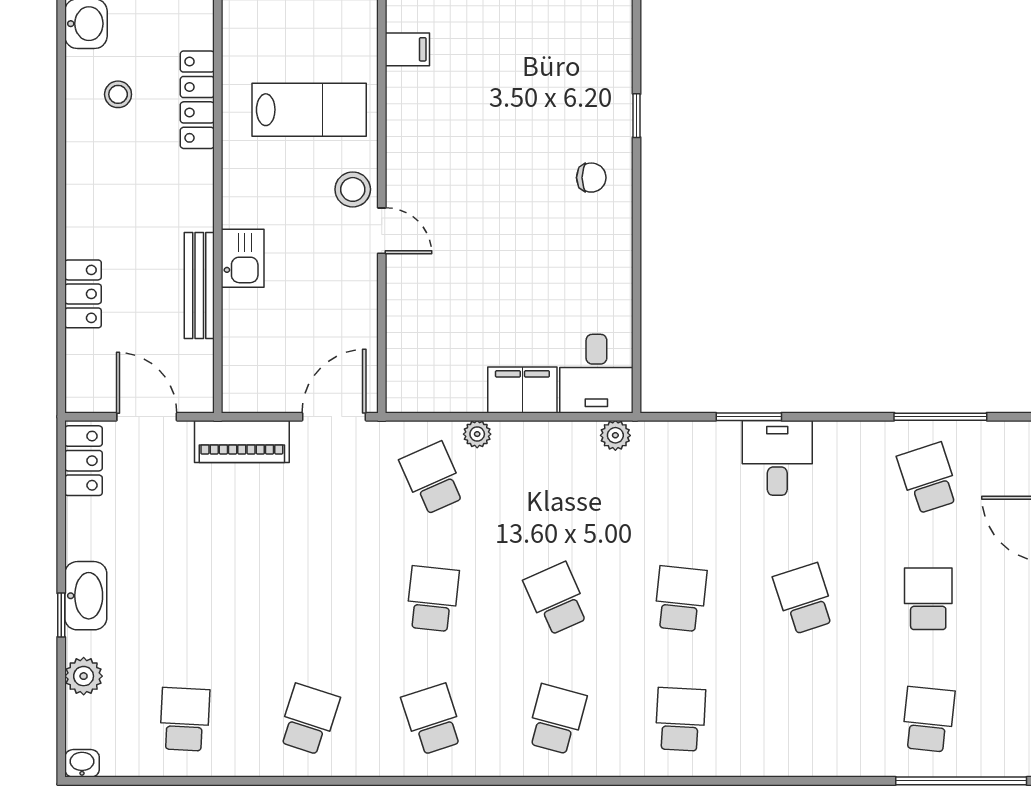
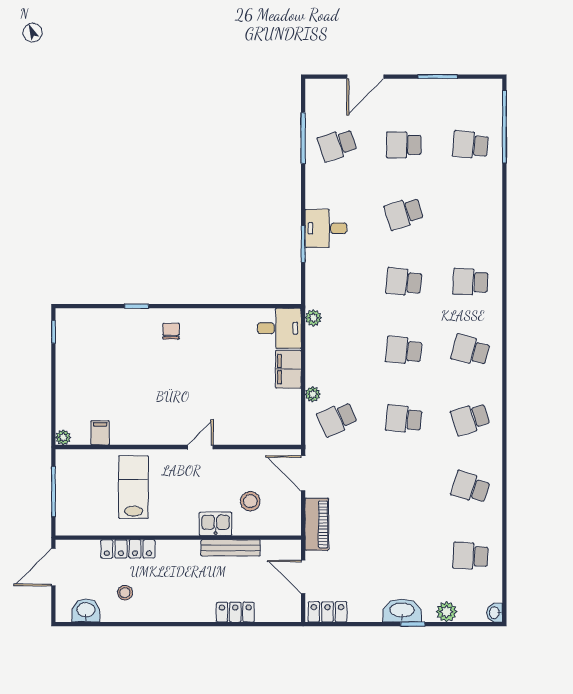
stool: (353, 189) -> (250, 501), moved
door: (147, 417) -> (303, 577), hinge flipped
school desk: (556, 599) -> (404, 350), turned 30

